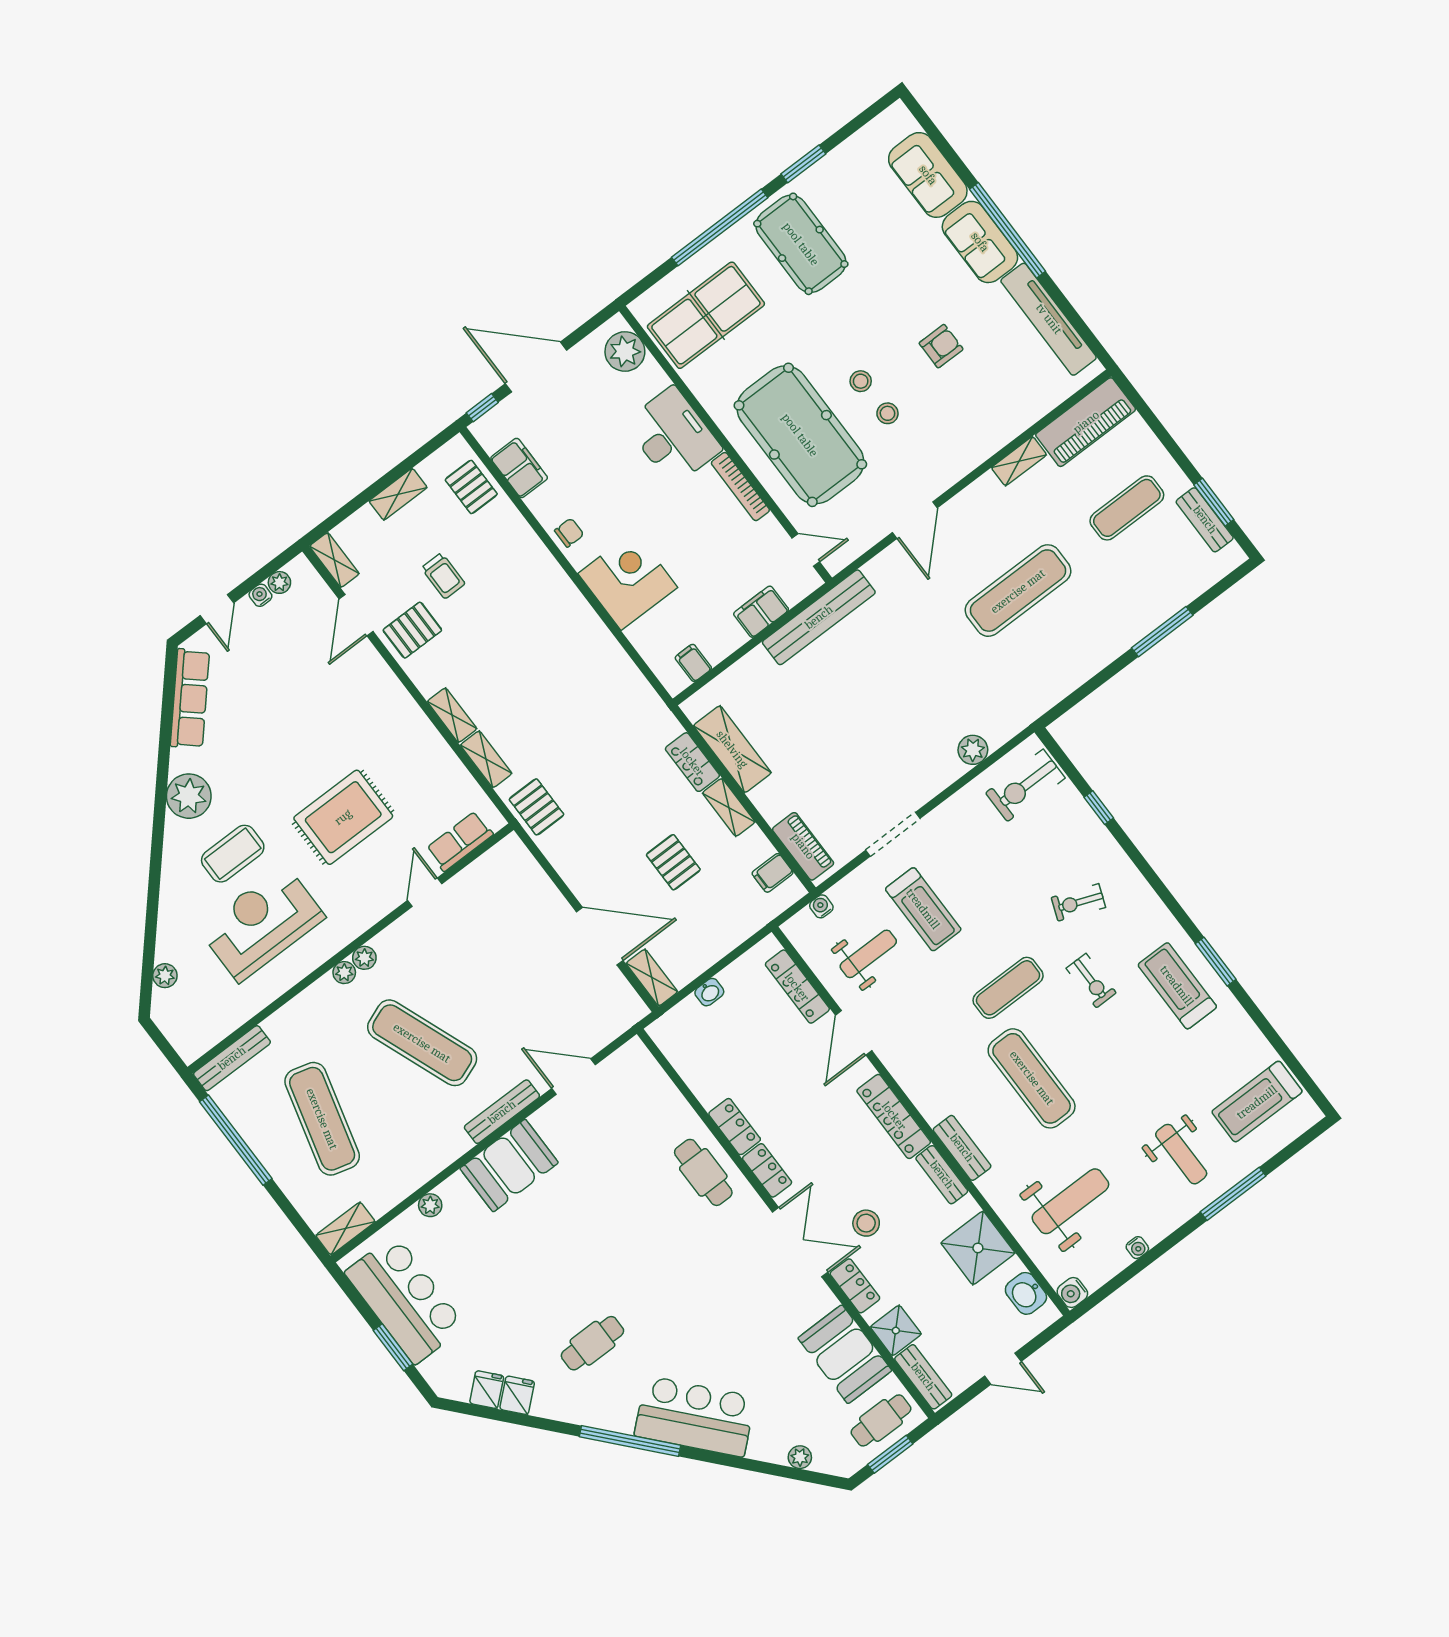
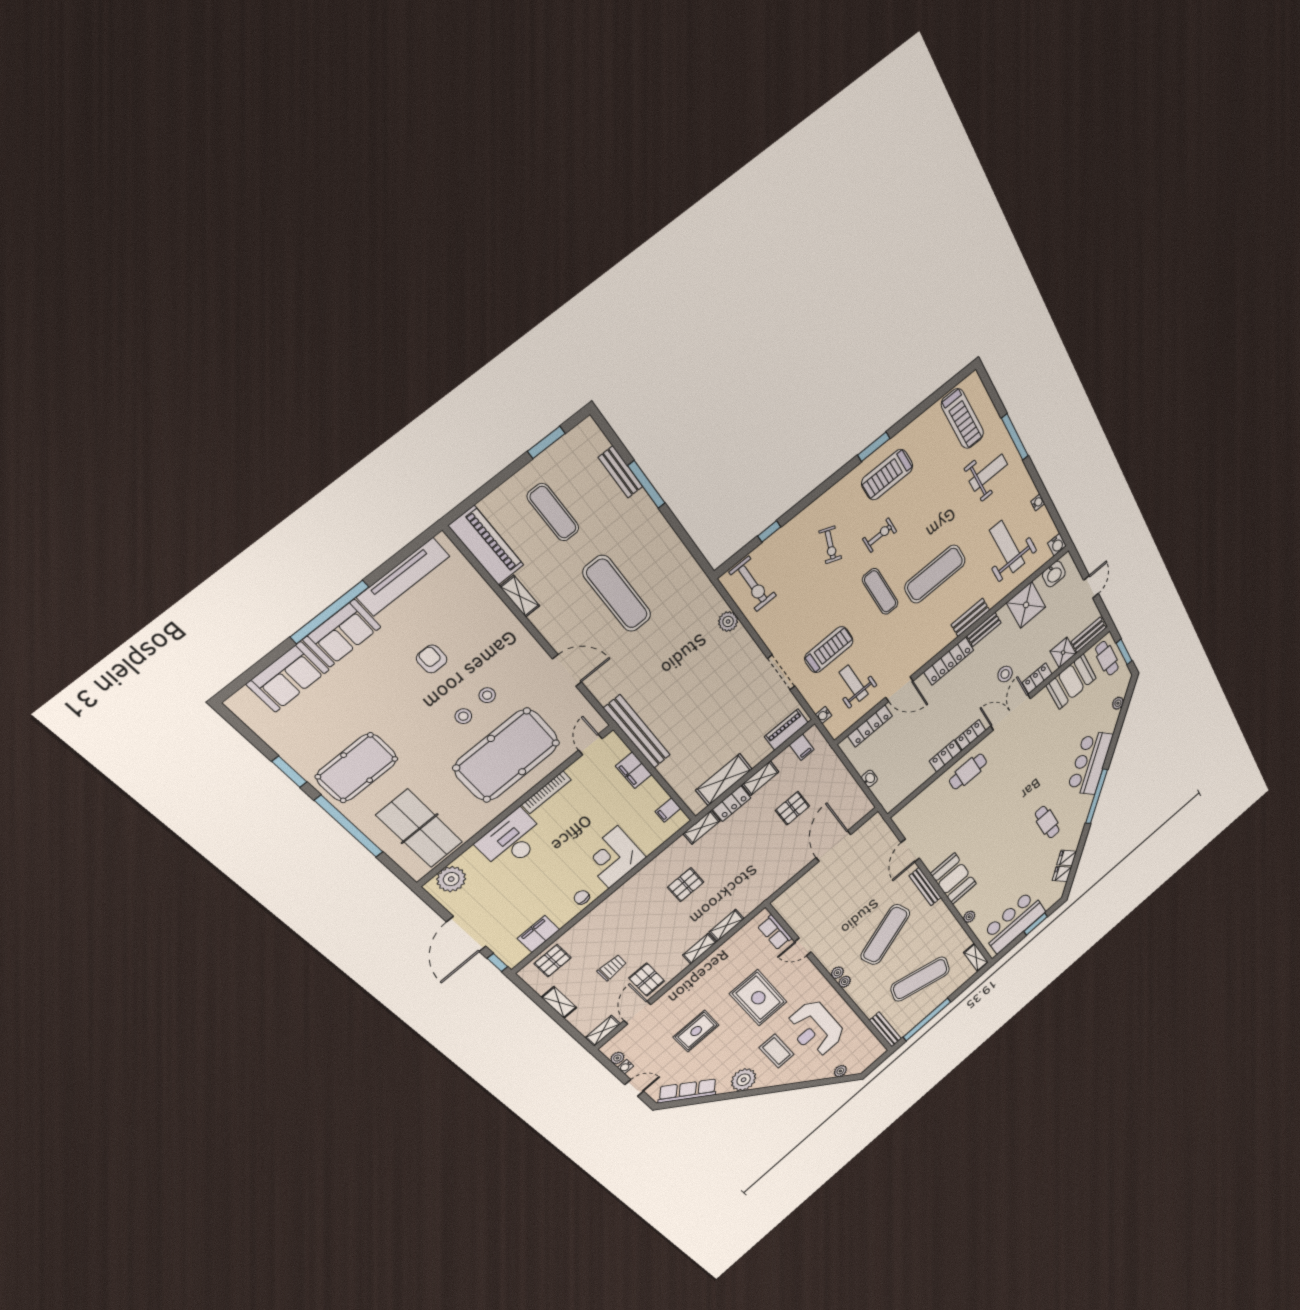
bench: (1205, 520) -> (621, 472), moved, turned 90
door: (356, 615) -> (637, 1013), swing flipped
rug: (302, 712) -> (696, 1031), added
pallet: (536, 807) -> (686, 885), moved
shelving: (652, 978) -> (702, 827), moved

